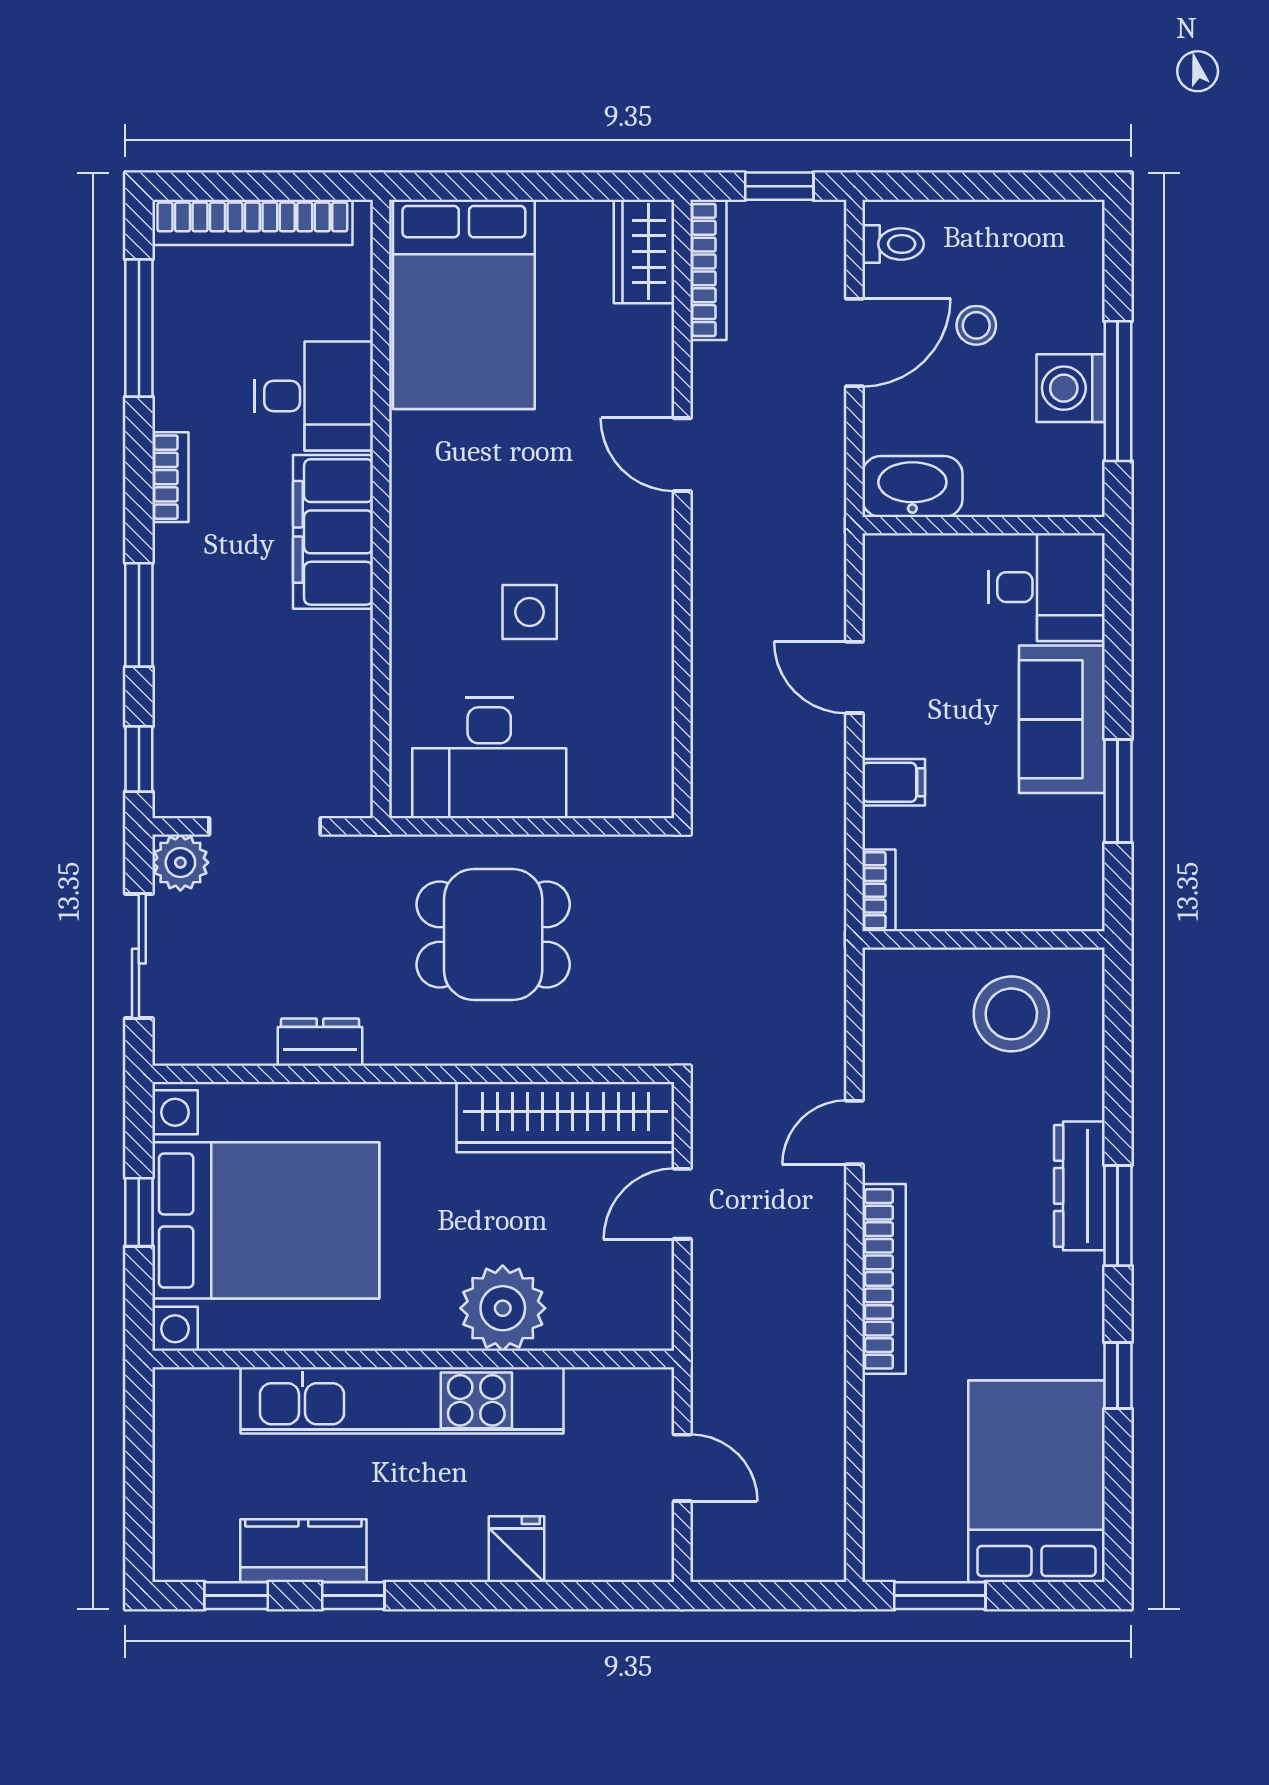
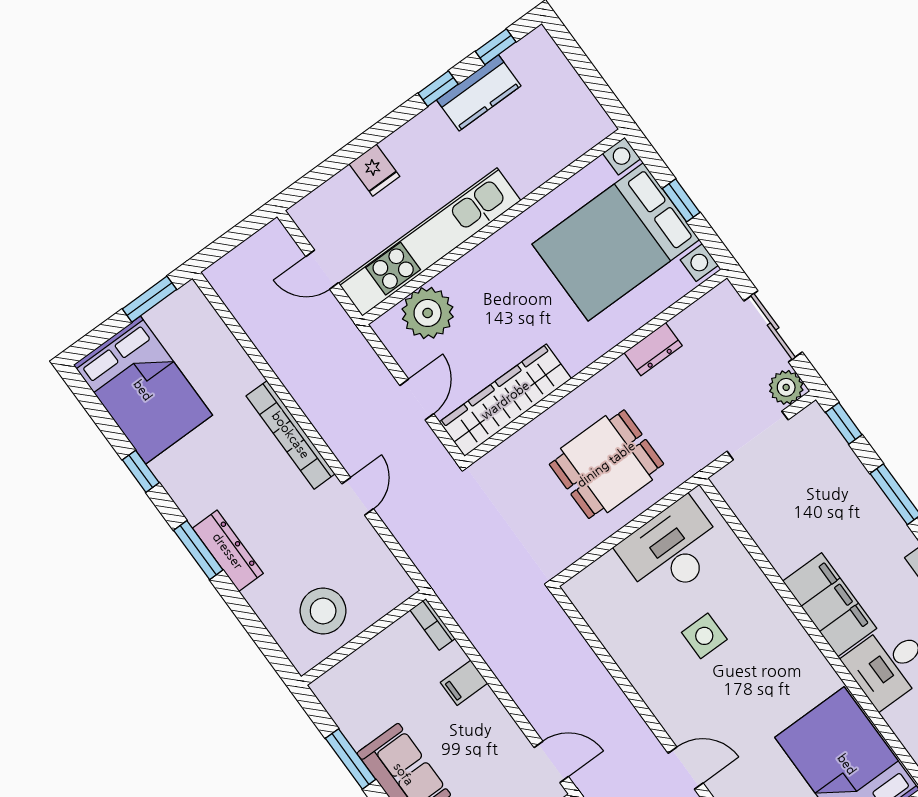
door: (854, 677) -> (551, 762), moved
plant: (503, 1308) -> (428, 313), moved
kitchen unit: (402, 1400) -> (430, 242), moved

